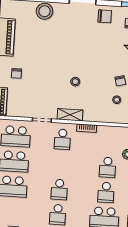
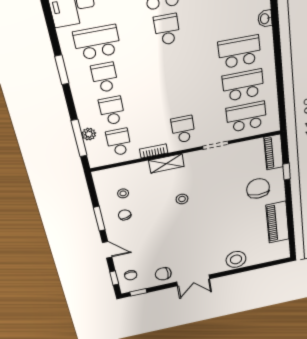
chair: (17, 73) -> (258, 188), width x1.87, depth x1.87
shelving: (70, 115) -> (166, 163), moved
school desk: (59, 189) -> (119, 142), moved

